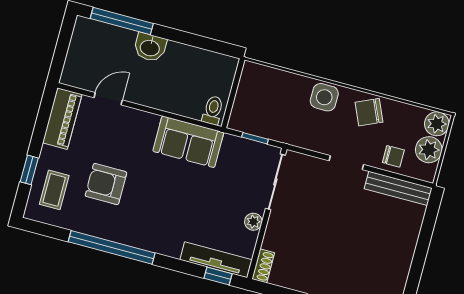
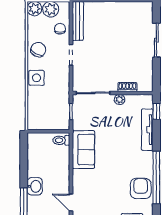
chair: (369, 112) -> (38, 50), turned -127
armchair: (106, 184) -> (141, 188), moved, turned 180
tv unit: (216, 260) -> (147, 130), moved
shoe rack: (263, 266) -> (127, 87), moved

